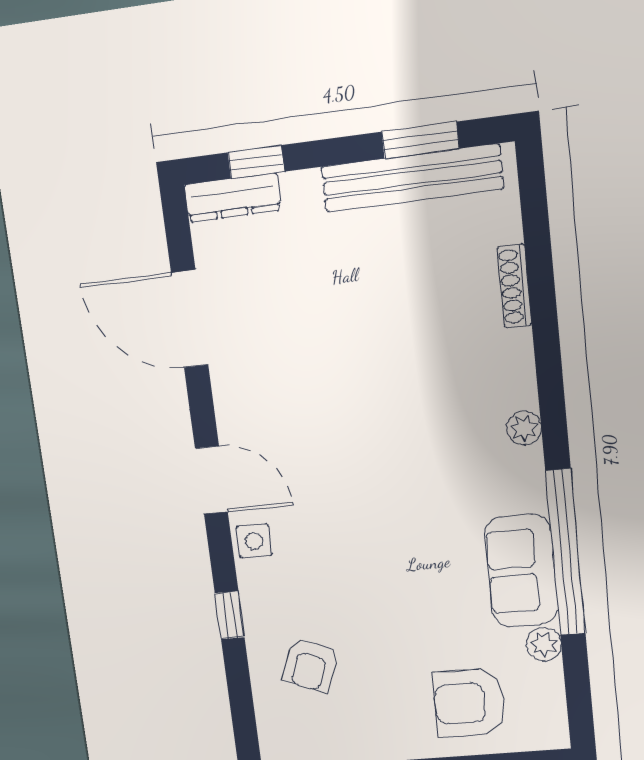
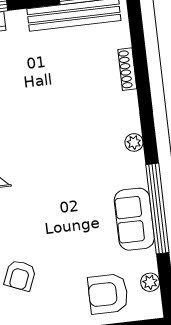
plant: (544, 644) -> (150, 282), moved

